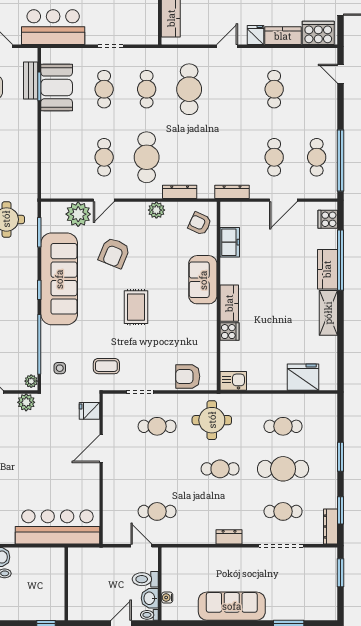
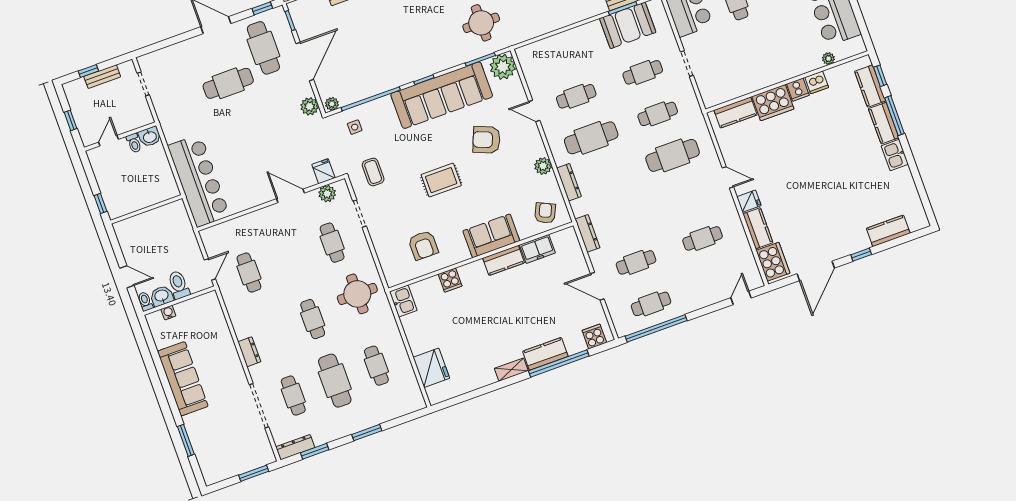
plant: (78, 214) -> (503, 67), moved
kitchen counter: (229, 303) -> (504, 260), moved
shelving: (328, 313) -> (511, 370), width x0.67, depth x0.75
armchair: (188, 376) -> (423, 245), moved, turned 180
plant: (111, 415) -> (327, 194), added

